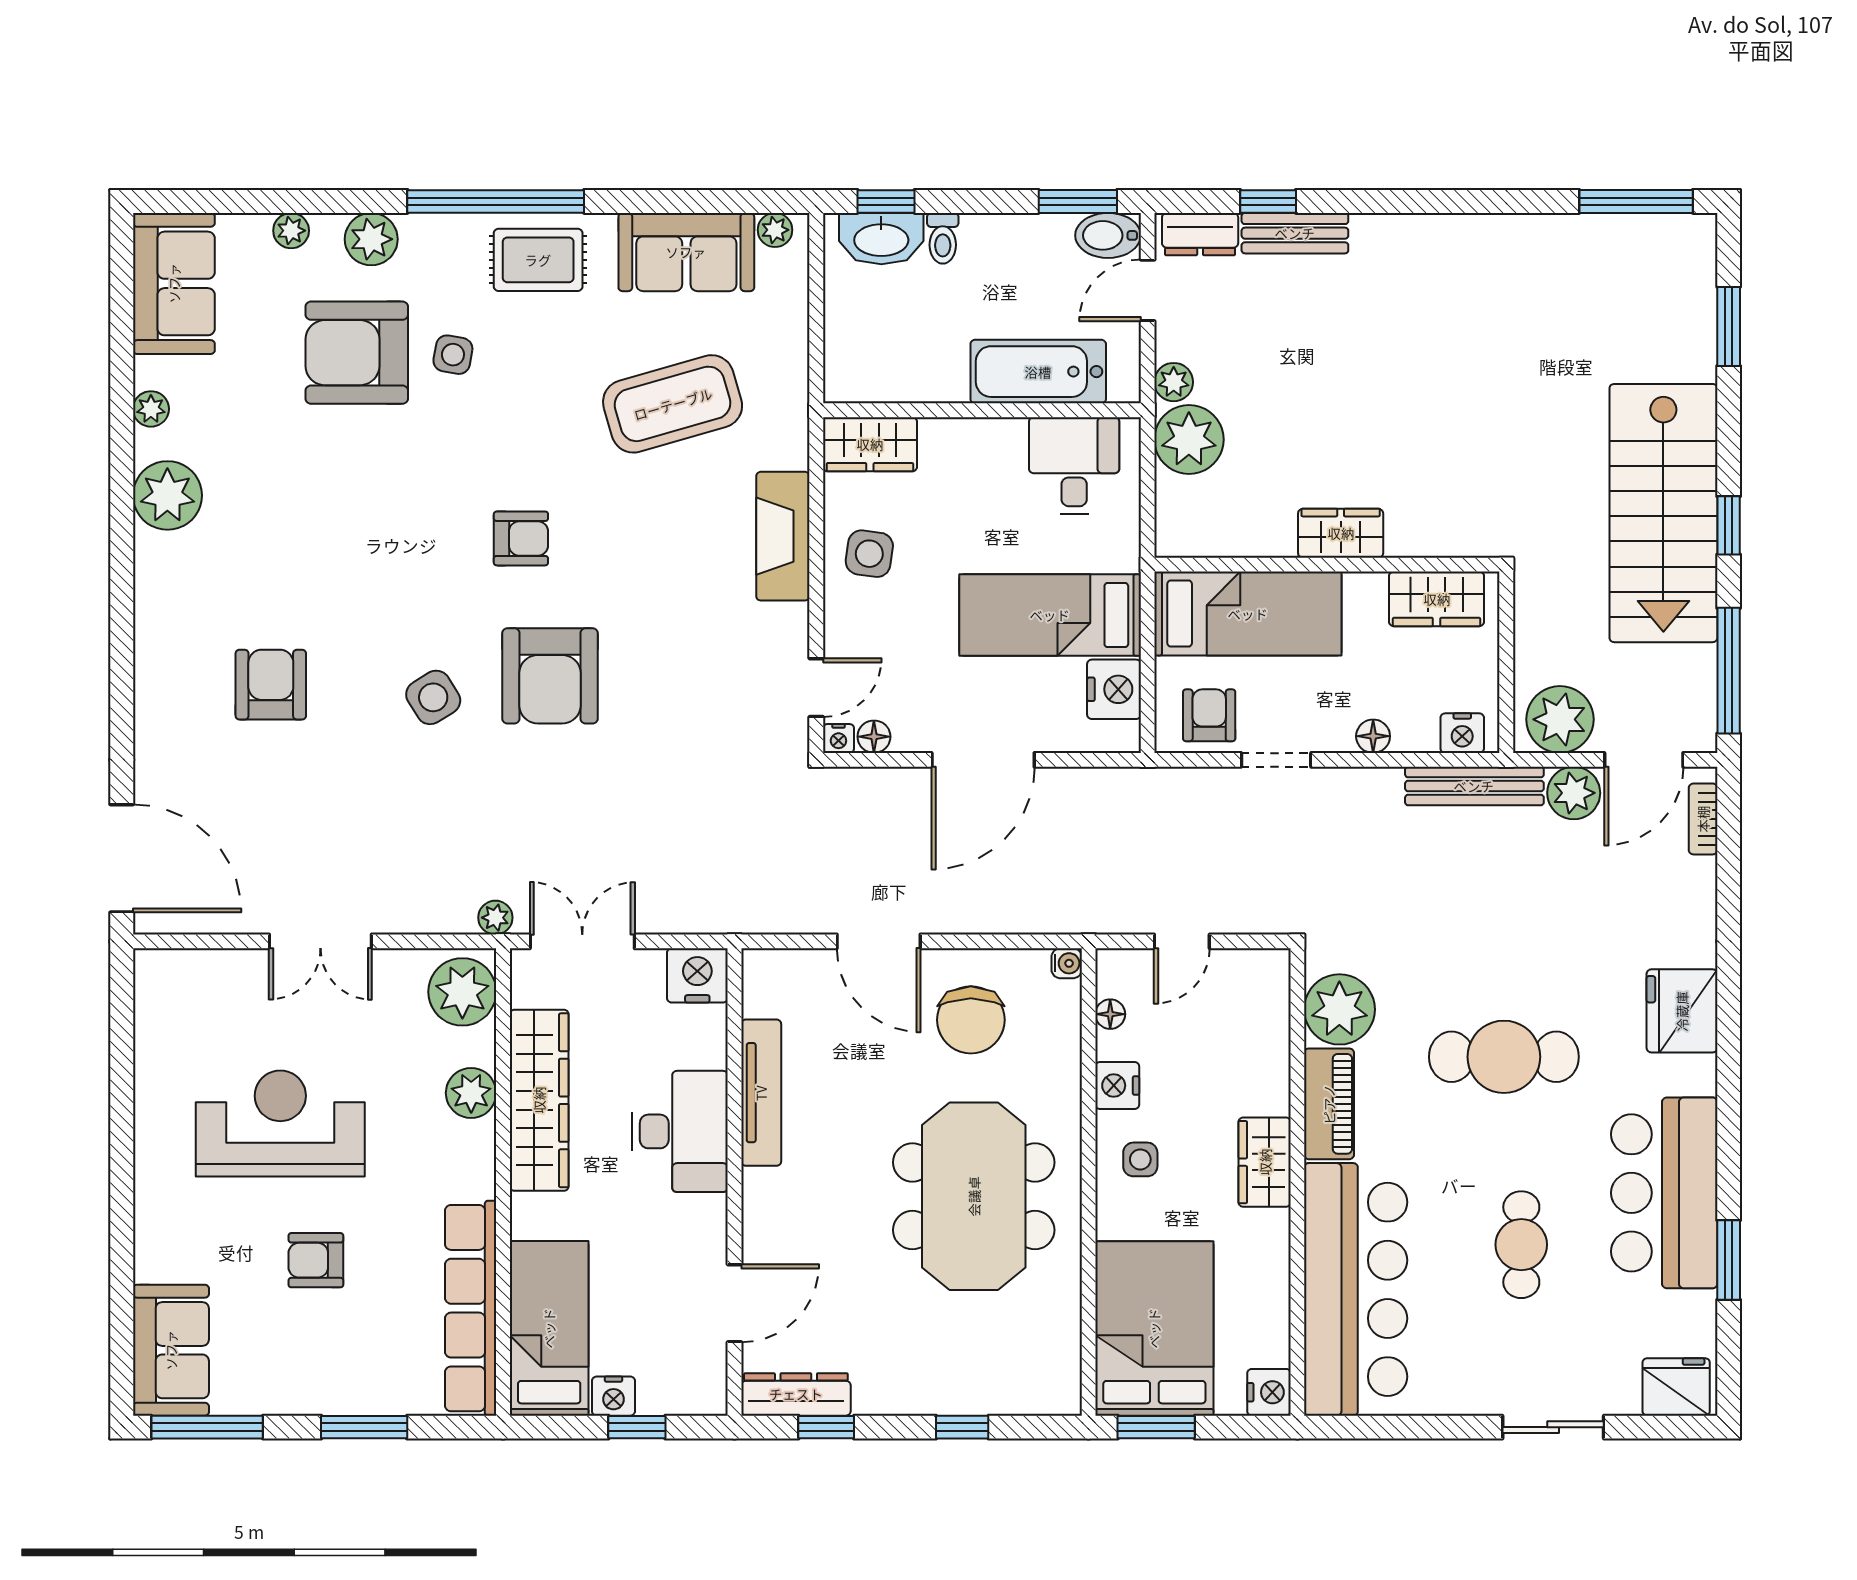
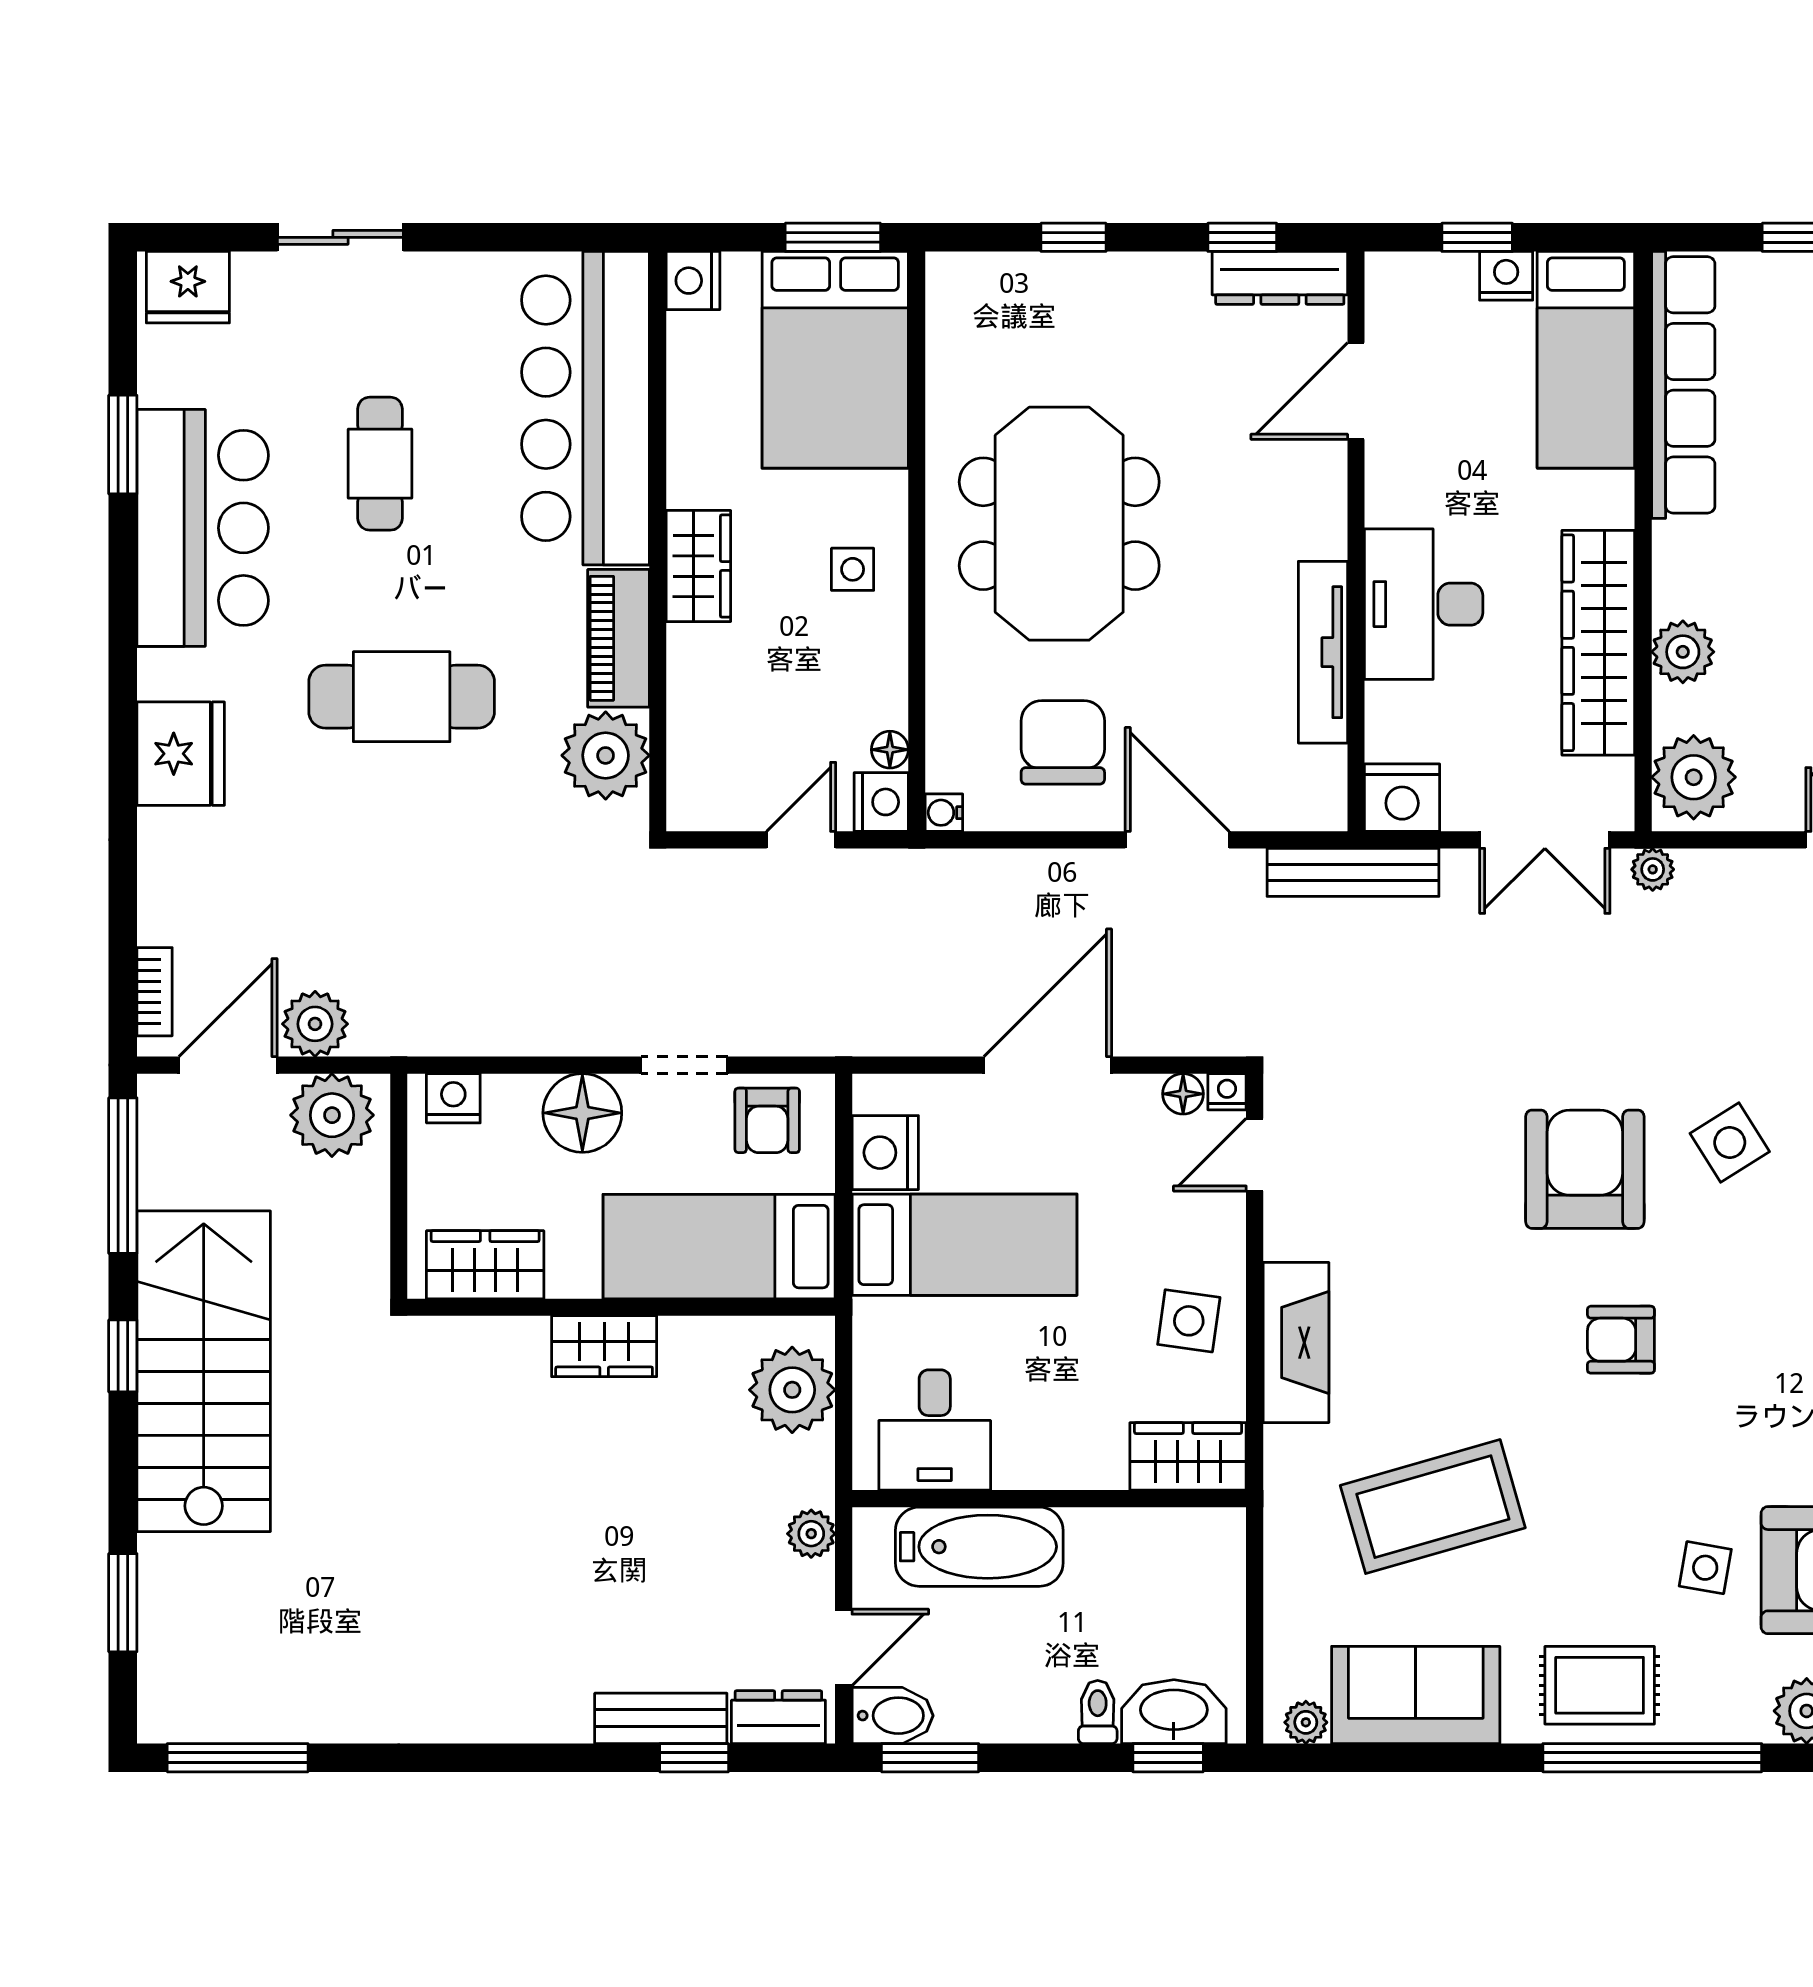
plant: (1189, 440) -> (792, 1390), moved
floor lamp: (1373, 736) -> (582, 1113), width x1.89, depth x1.89
bench: (1474, 786) -> (1353, 872), moved
nightstand: (1117, 1086) -> (881, 802), moved

